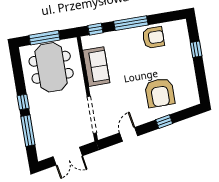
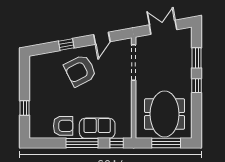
armchair: (153, 37) -> (63, 126), turned 180
sofa: (96, 67) -> (97, 128), moved, turned 90
armchair: (160, 93) -> (80, 71), moved, turned -117
window: (28, 131) -> (197, 58), width x0.69

